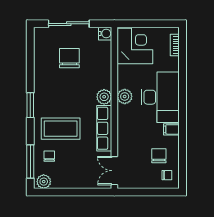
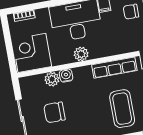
water cooler: (105, 34) -> (66, 76), moved
plant: (104, 97) -> (52, 79), moved

